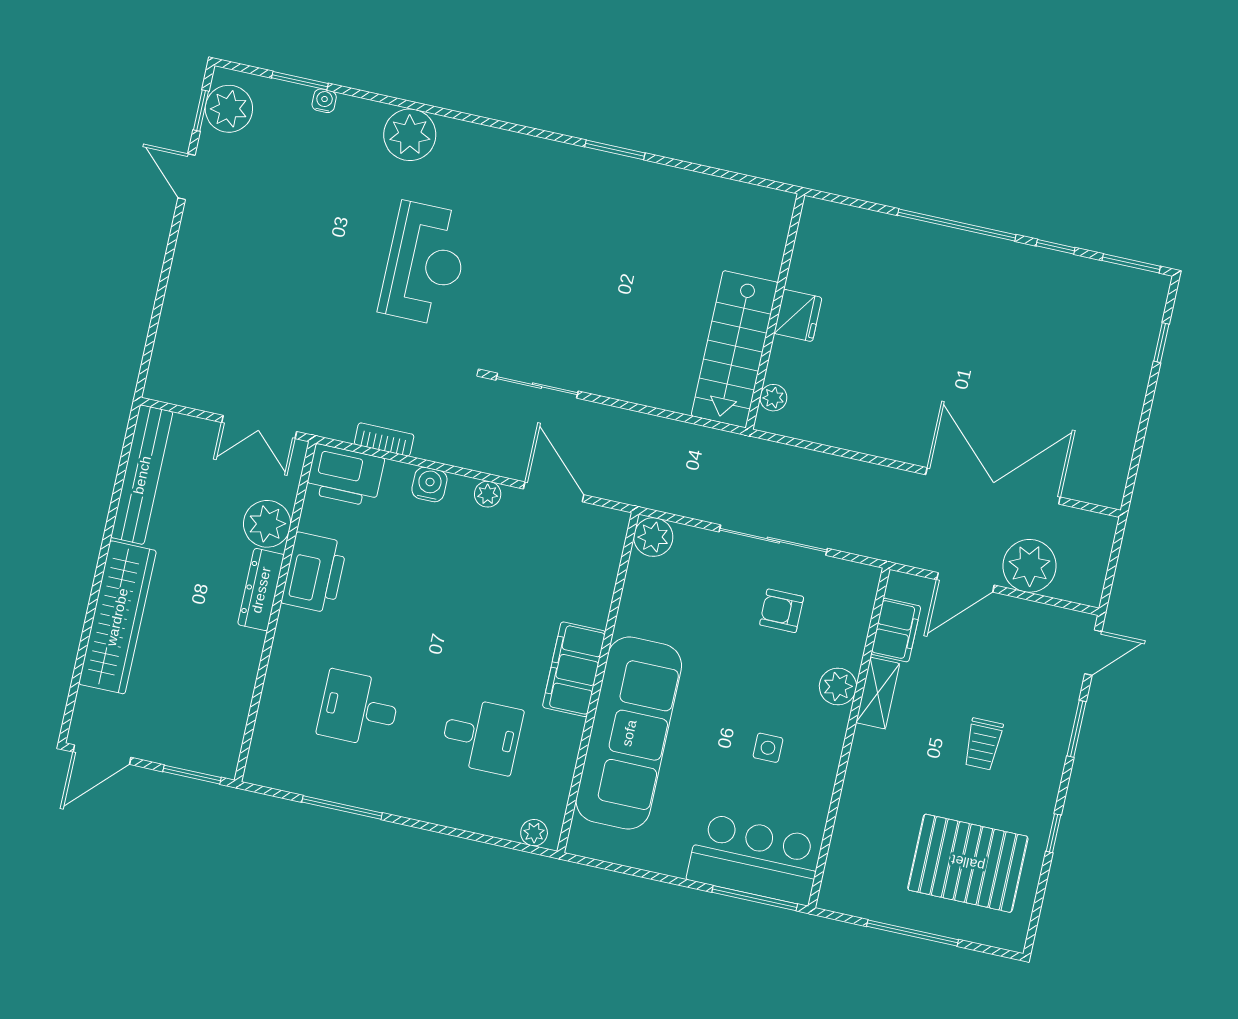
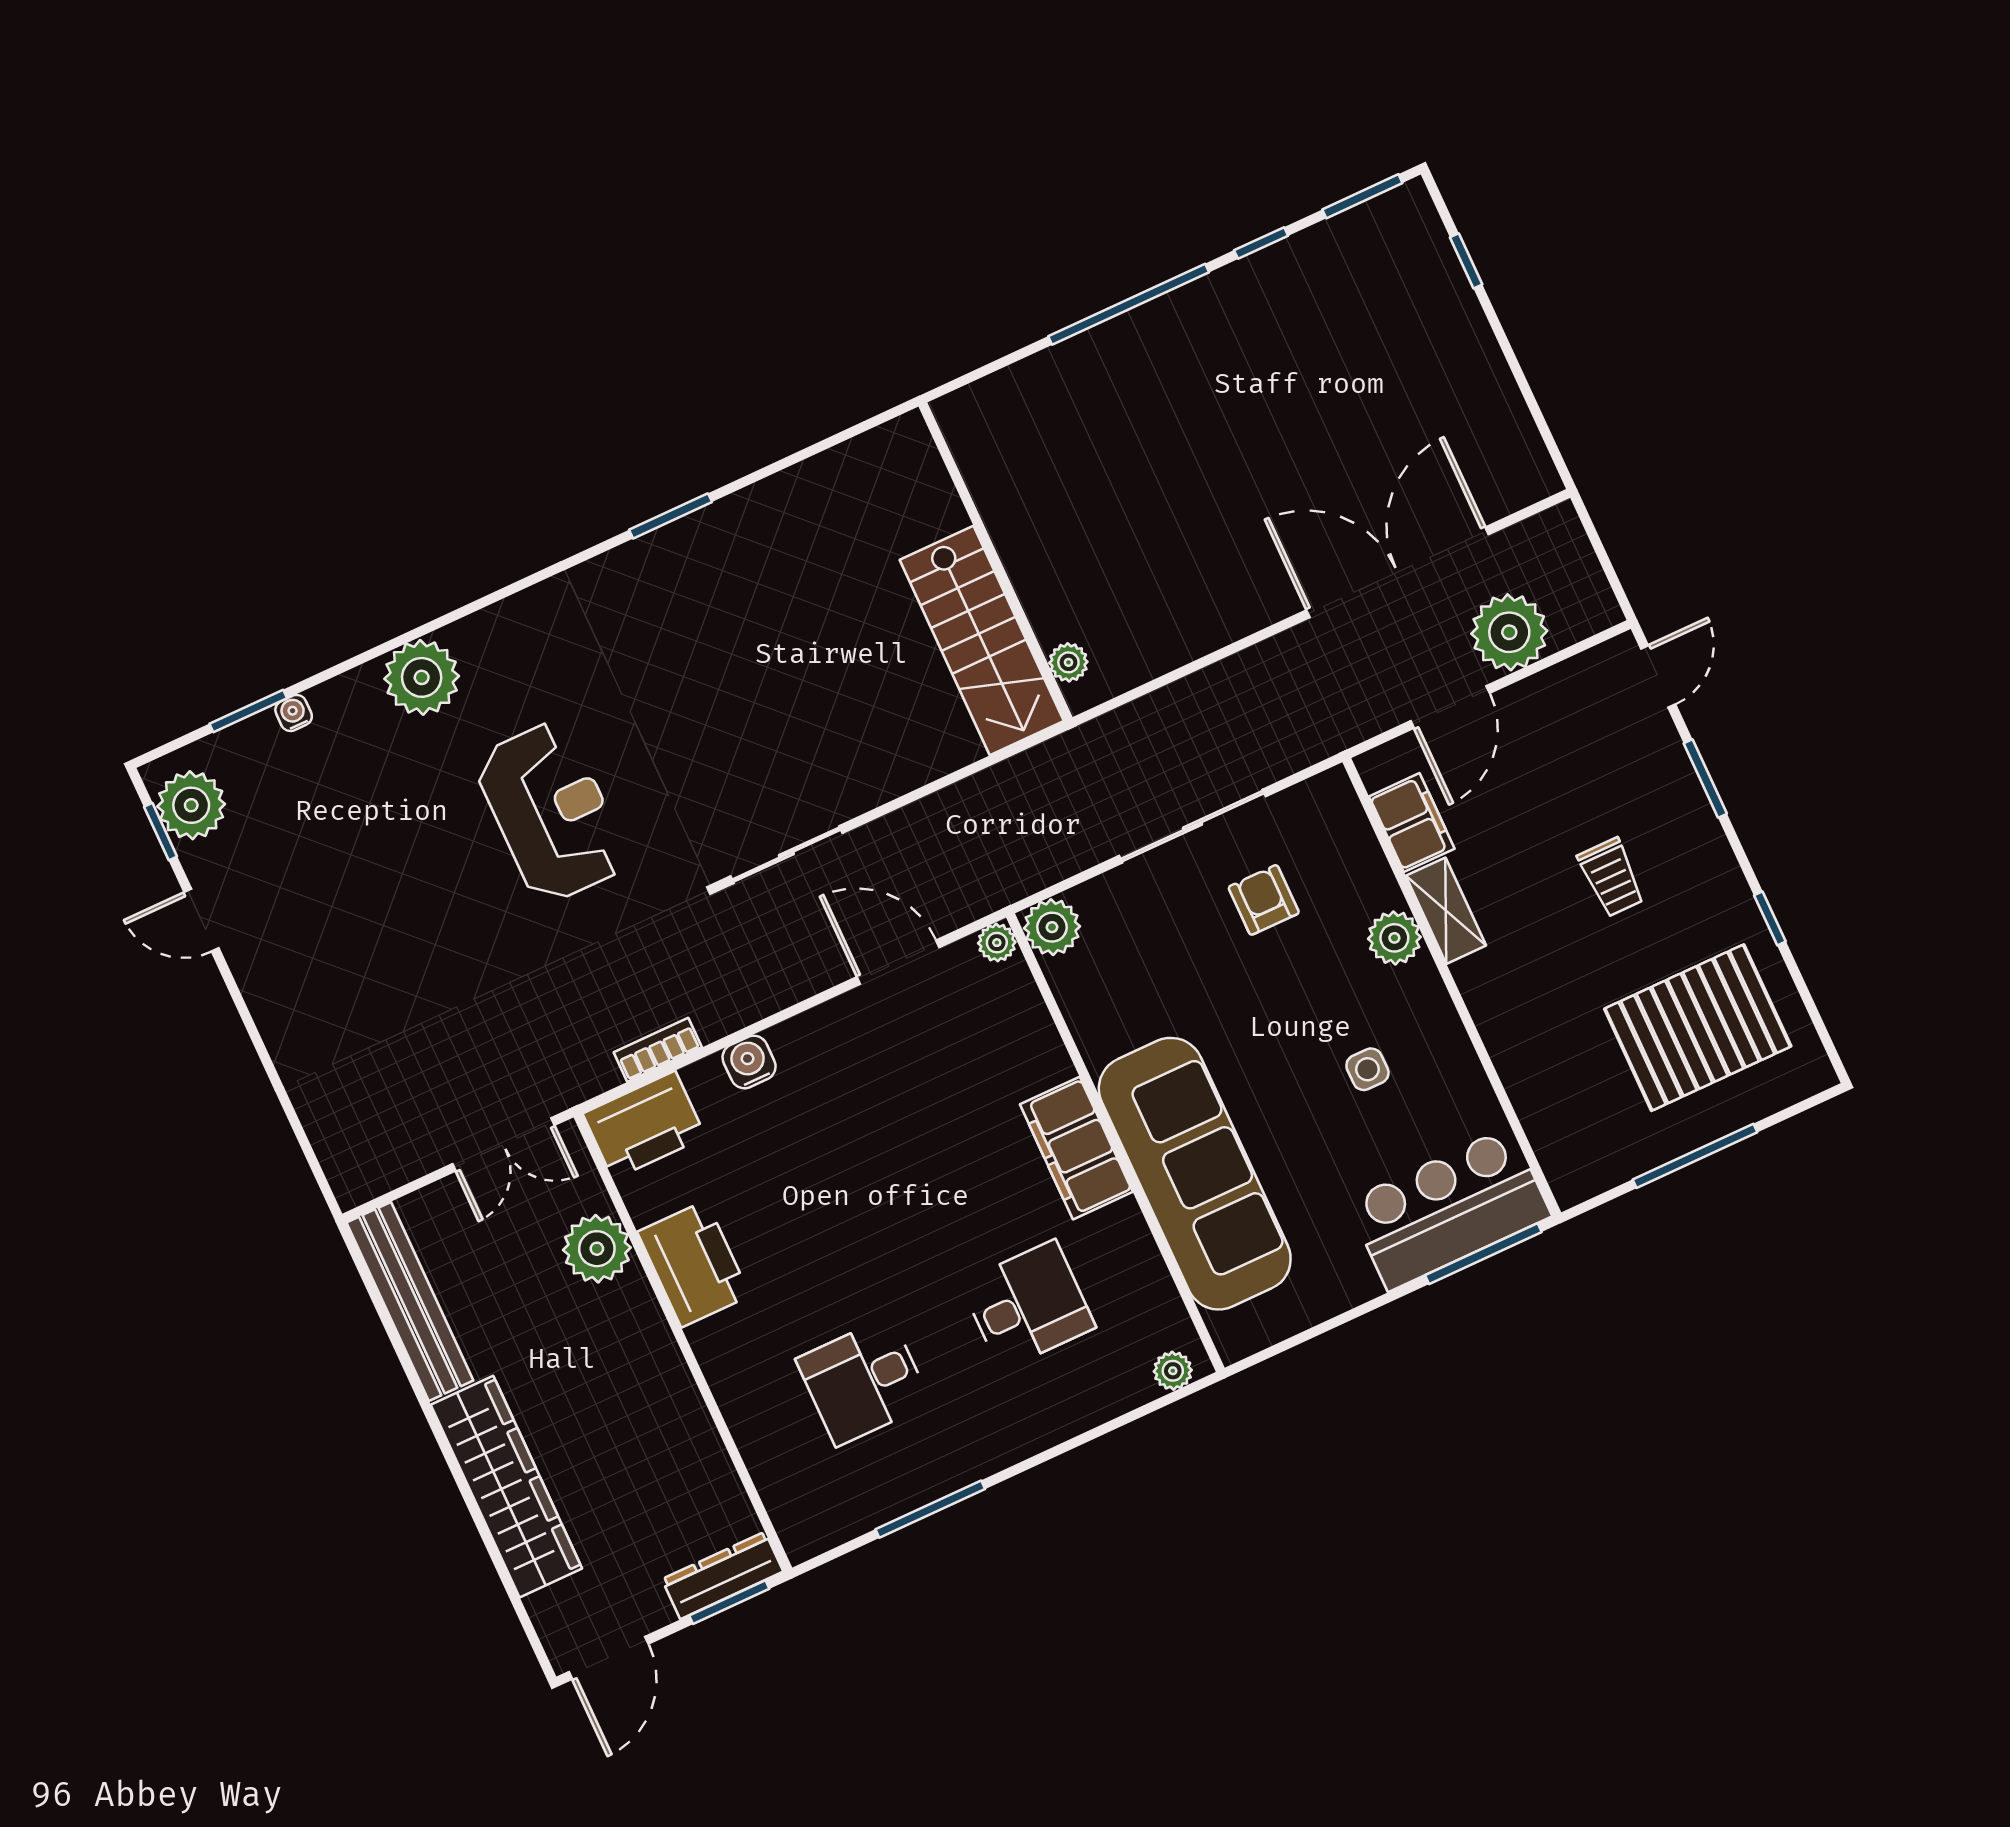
fridge: (798, 315) -> (1025, 547), removed
plant: (488, 494) -> (997, 943), moved
dresser: (261, 590) -> (723, 1575), moved, turned 90
armchair: (782, 611) -> (1264, 900), turned 90

